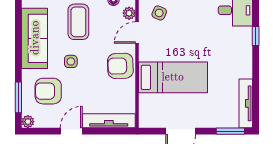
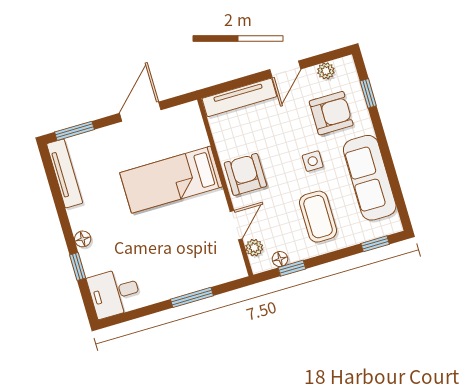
side table: (159, 13) -> (214, 260), removed
floor lamp: (247, 54) -> (83, 239), added
armchair: (120, 66) -> (245, 174), turned -88
window: (18, 97) -> (368, 93), width x0.67
plant: (28, 122) -> (326, 71), moved

